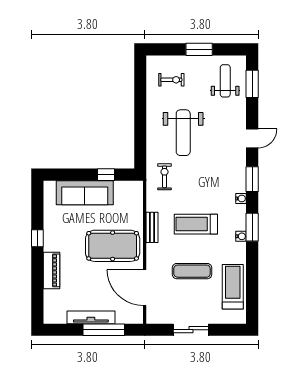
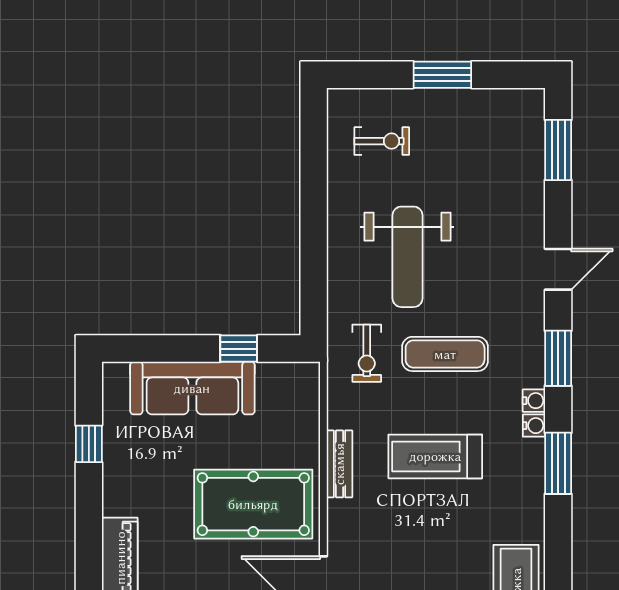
weight bench: (225, 81) -> (499, 144), removed
exercise bike: (165, 177) -> (367, 353), turned 180
water cooler: (241, 236) -> (534, 426), moved
window: (37, 238) -> (89, 444), moved
exercise mat: (192, 271) -> (445, 354), moved

